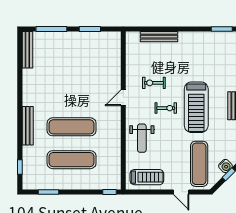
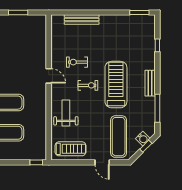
door: (123, 98) -> (49, 76), swing flipped
treadmill: (196, 107) -> (116, 85), turned 180
weight bench: (142, 138) -> (66, 113), turned 180

